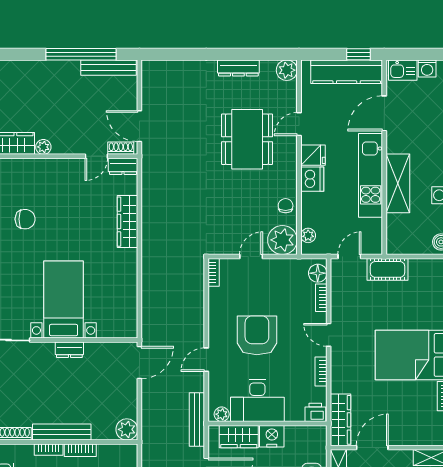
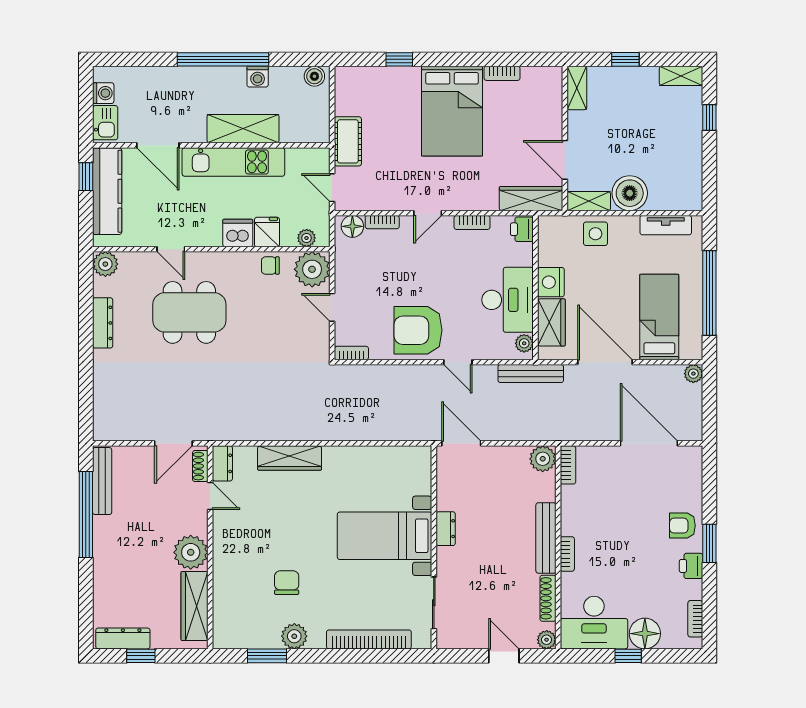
plant: (43, 147) -> (191, 552), width x1.88, depth x1.88
fridge: (313, 155) -> (267, 232), moved
armchair: (257, 335) -> (418, 330), moved
bookcase: (80, 450) -> (568, 465), moved

